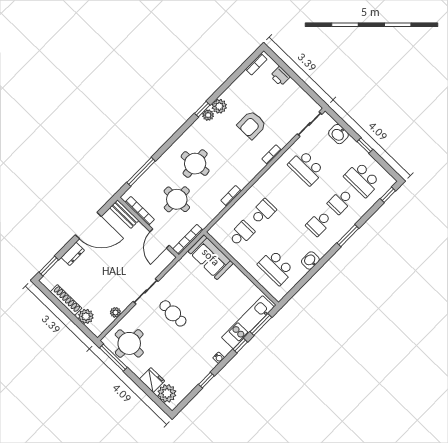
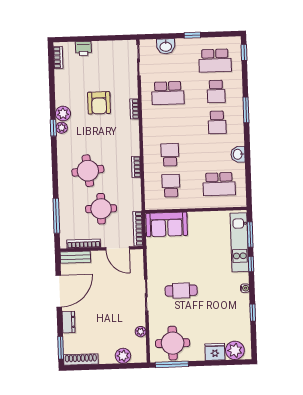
shoe rack: (66, 300) -> (81, 359), moved

